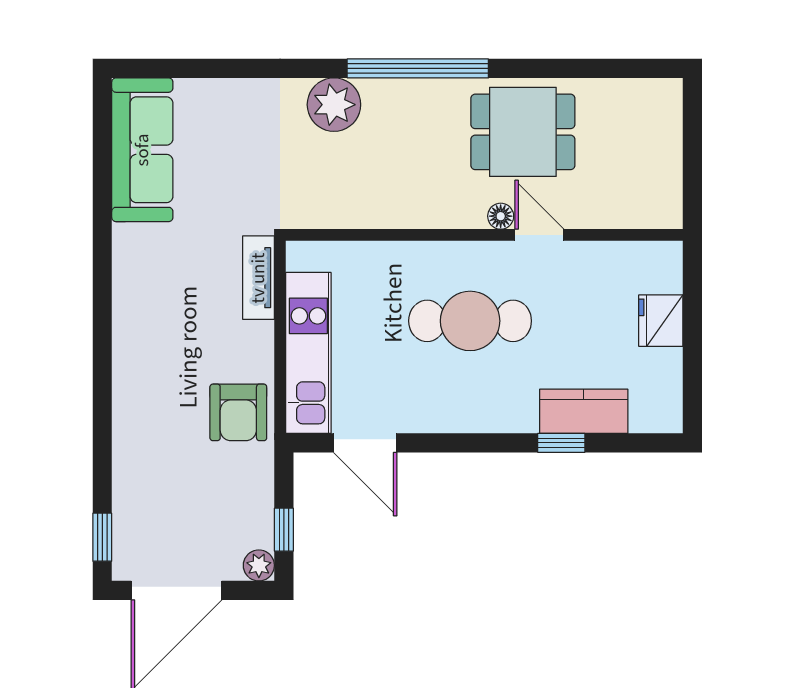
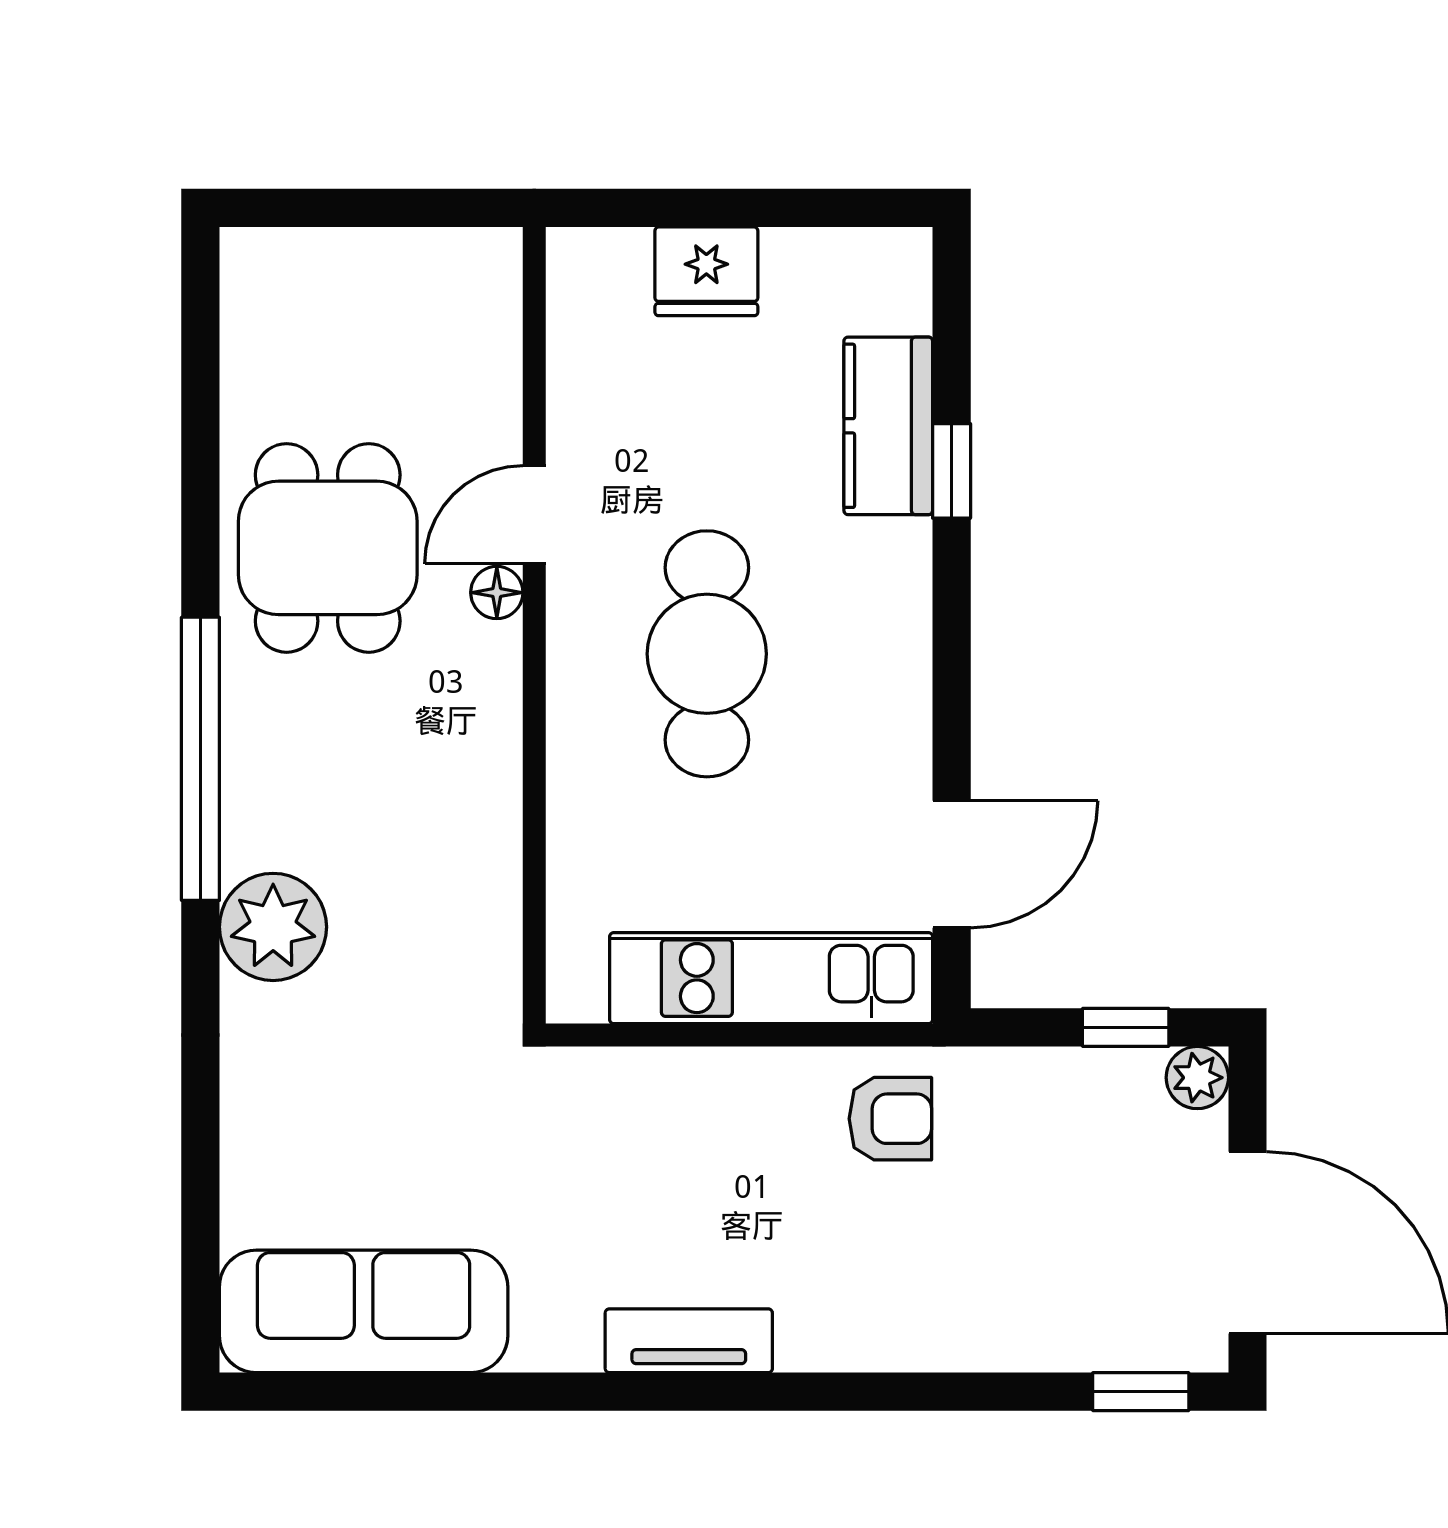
tv unit: (258, 278) -> (689, 1341), moved, turned 180
armchair: (238, 412) -> (890, 1119), width x0.72, depth x0.72

